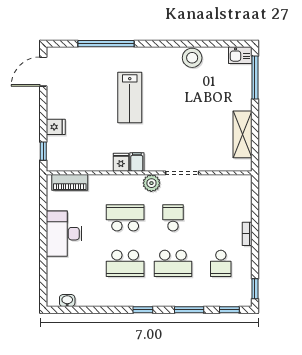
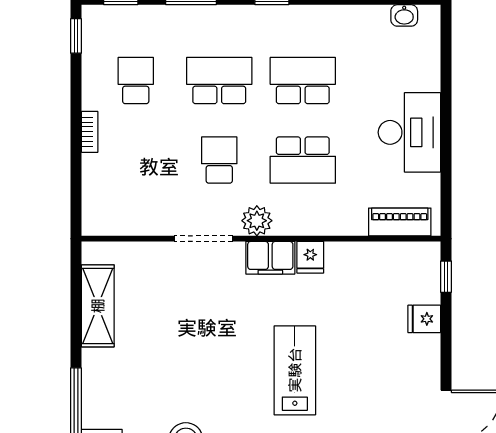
filing cabinet: (137, 162) -> (270, 258), width x2.00
school desk: (173, 218) -> (219, 160), turned 180

